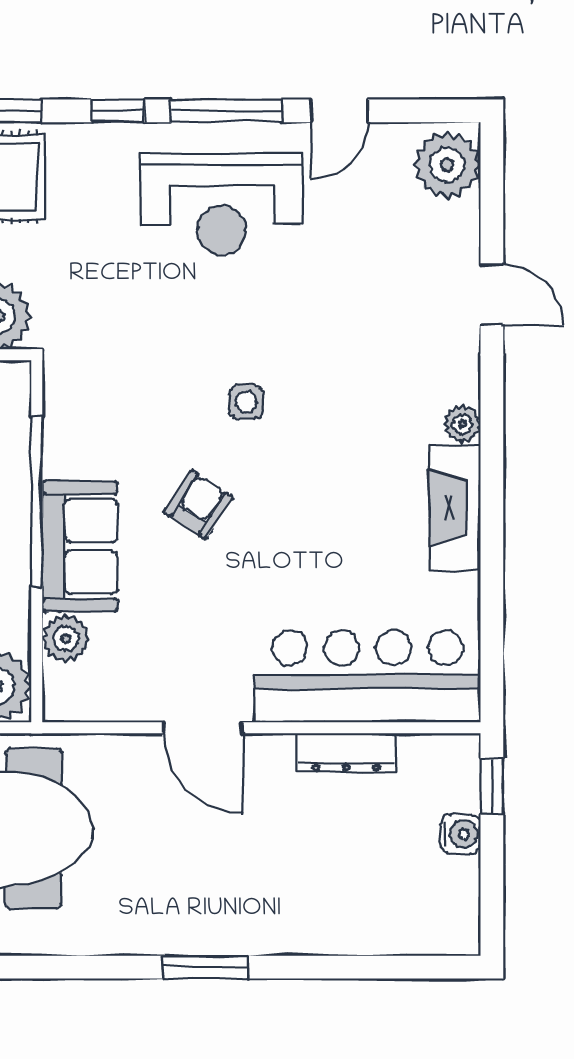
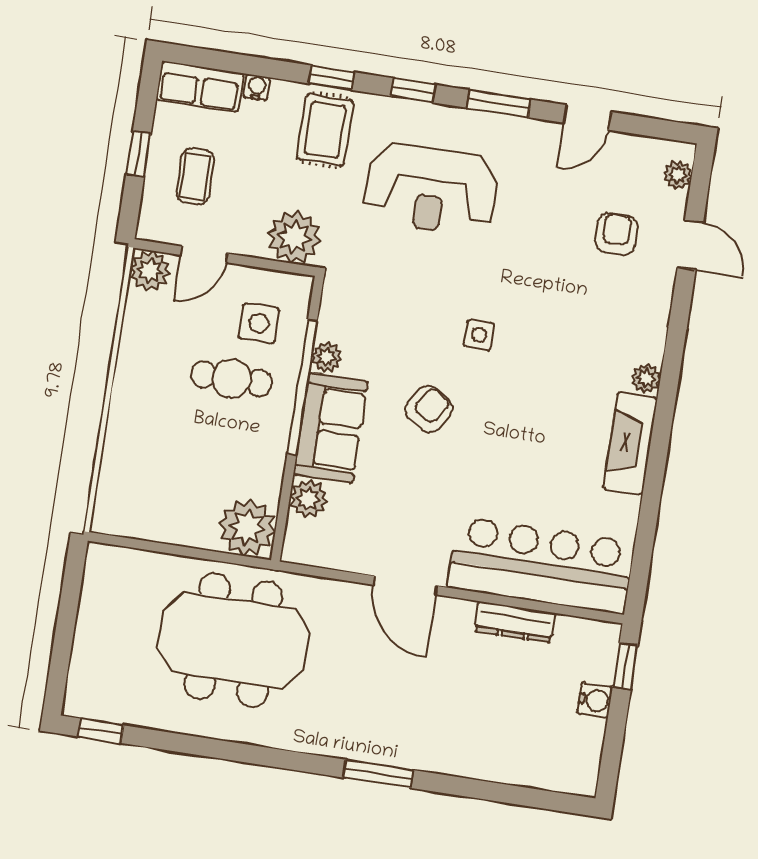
window: (226, 111) -> (499, 104), width x0.69
plant: (447, 165) -> (678, 175), width x0.53, depth x0.53
reception desk: (222, 204) -> (431, 189), moved
armchair: (398, 251) -> (616, 234), added
door: (492, 295) -> (690, 245), moved
plant: (61, 459) -> (326, 357), added

